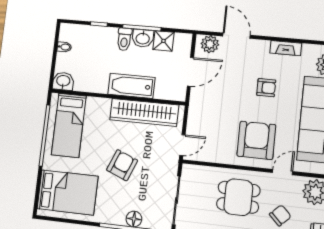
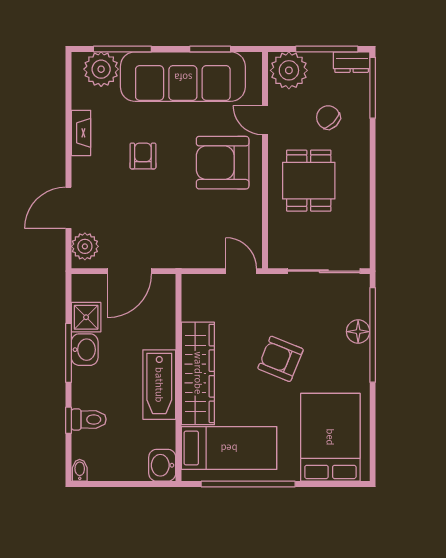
toilet: (124, 39) -> (89, 419), moved
bidet: (64, 47) -> (80, 470), moved
door: (190, 72) -> (130, 271), swing flipped
bathtub: (131, 86) -> (159, 385), moved
wardrobe: (144, 112) -> (198, 373), moved

